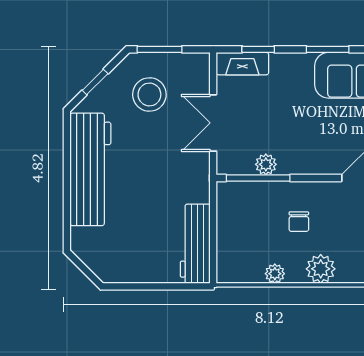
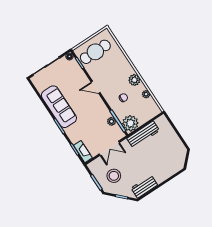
workbench: (90, 169) -> (144, 187), width x0.53, depth x0.76
plant: (236, 201) -> (130, 123), added
workbench: (195, 244) -> (143, 134), moved

